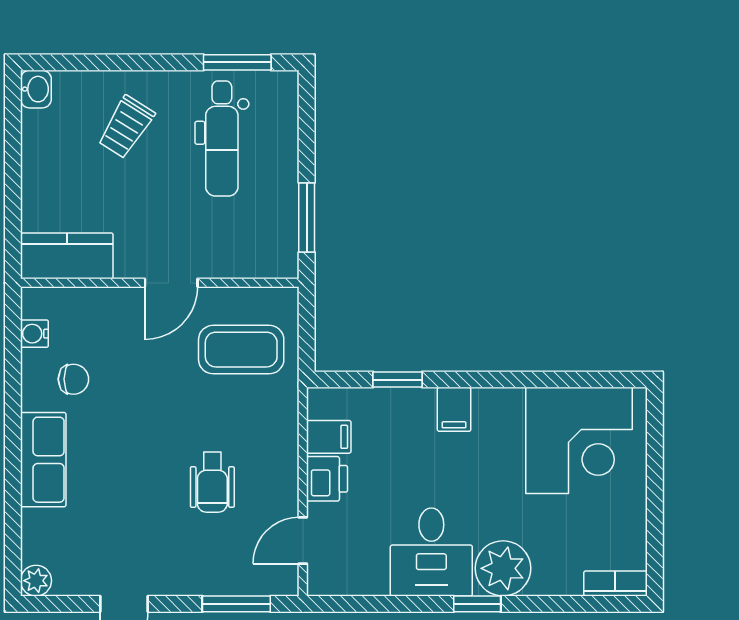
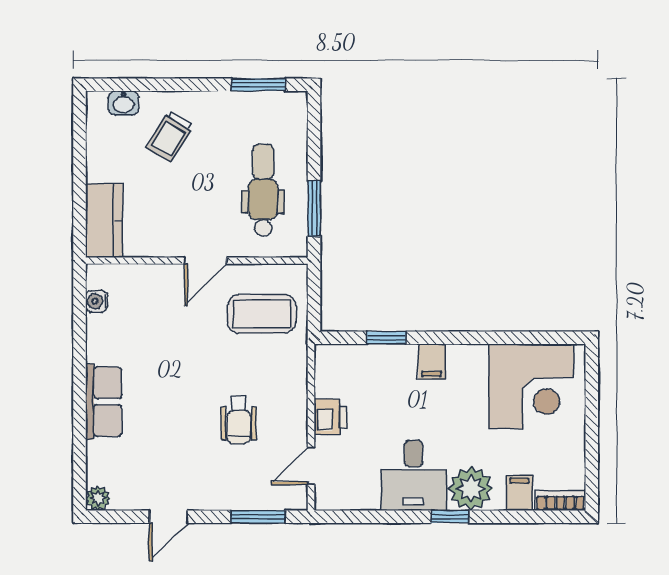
washbasin: (36, 89) -> (124, 103), moved, turned 90
dental chair: (222, 139) -> (263, 190), moved, turned 180
kitchen counter: (67, 256) -> (104, 221), moved, turned 90
chair: (73, 379) -> (128, 338), removed
filing cabinet: (329, 437) -> (520, 493), moved, turned -90

